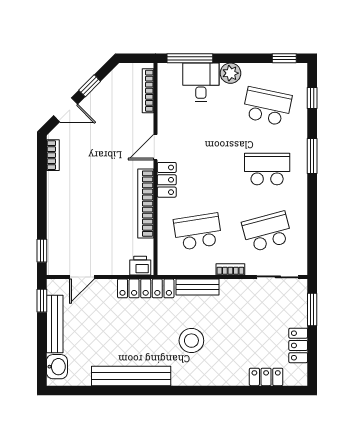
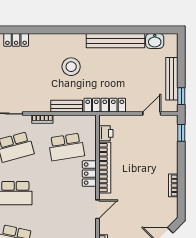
bookcase: (53, 155) -> (173, 185), moved
locker: (167, 180) -> (89, 174), moved
printer: (140, 266) -> (106, 133), moved, turned -90
washbasin: (57, 367) -> (155, 41), moved, turned -90

